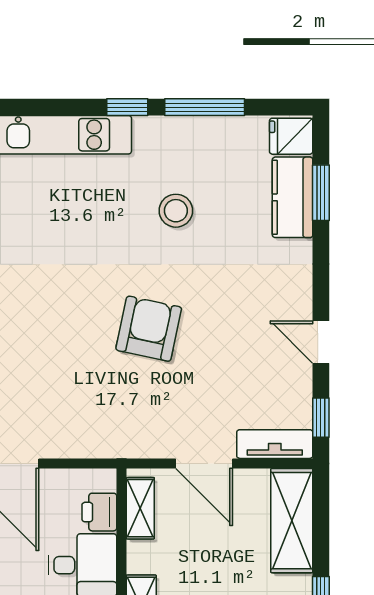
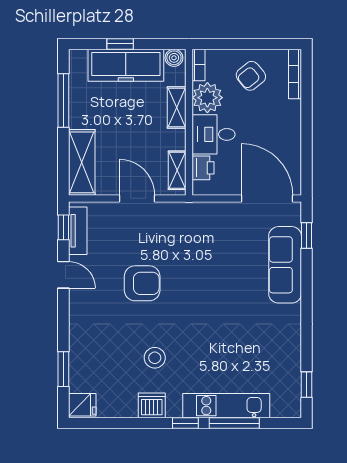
window: (205, 107) -> (234, 423), moved
dishwasher: (181, 135) -> (152, 405), added
kitchen counter: (293, 197) -> (81, 366), removed
armchair: (149, 329) -> (142, 283), moved, turned -102
tv unit: (275, 444) -> (78, 231), moved, turned -90

